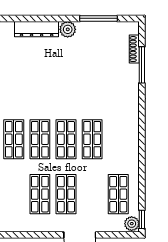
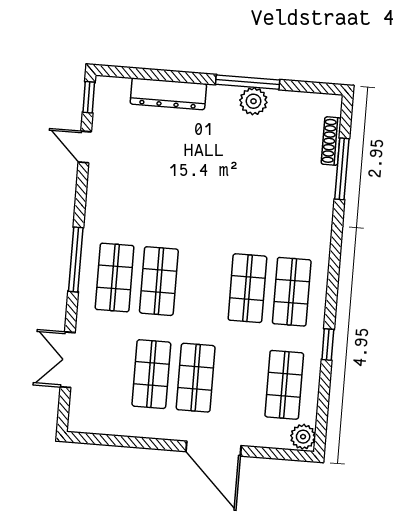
window: (98, 18) -> (248, 82), moved
plant: (68, 29) -> (253, 101), moved
shop shelf: (66, 139) -> (292, 292), moved
window: (142, 219) -> (328, 344), moved

